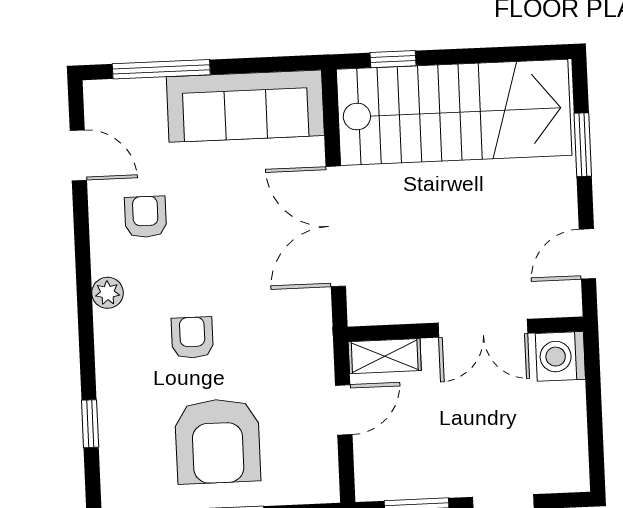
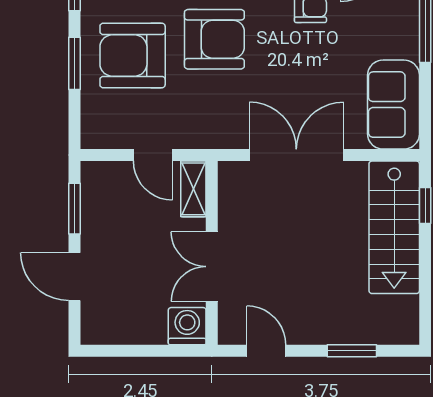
sofa: (245, 106) -> (393, 105), width x0.73
stairs: (454, 112) -> (394, 227), width x0.73, depth x0.66
armchair: (192, 338) -> (214, 39), width x1.88, depth x1.88

